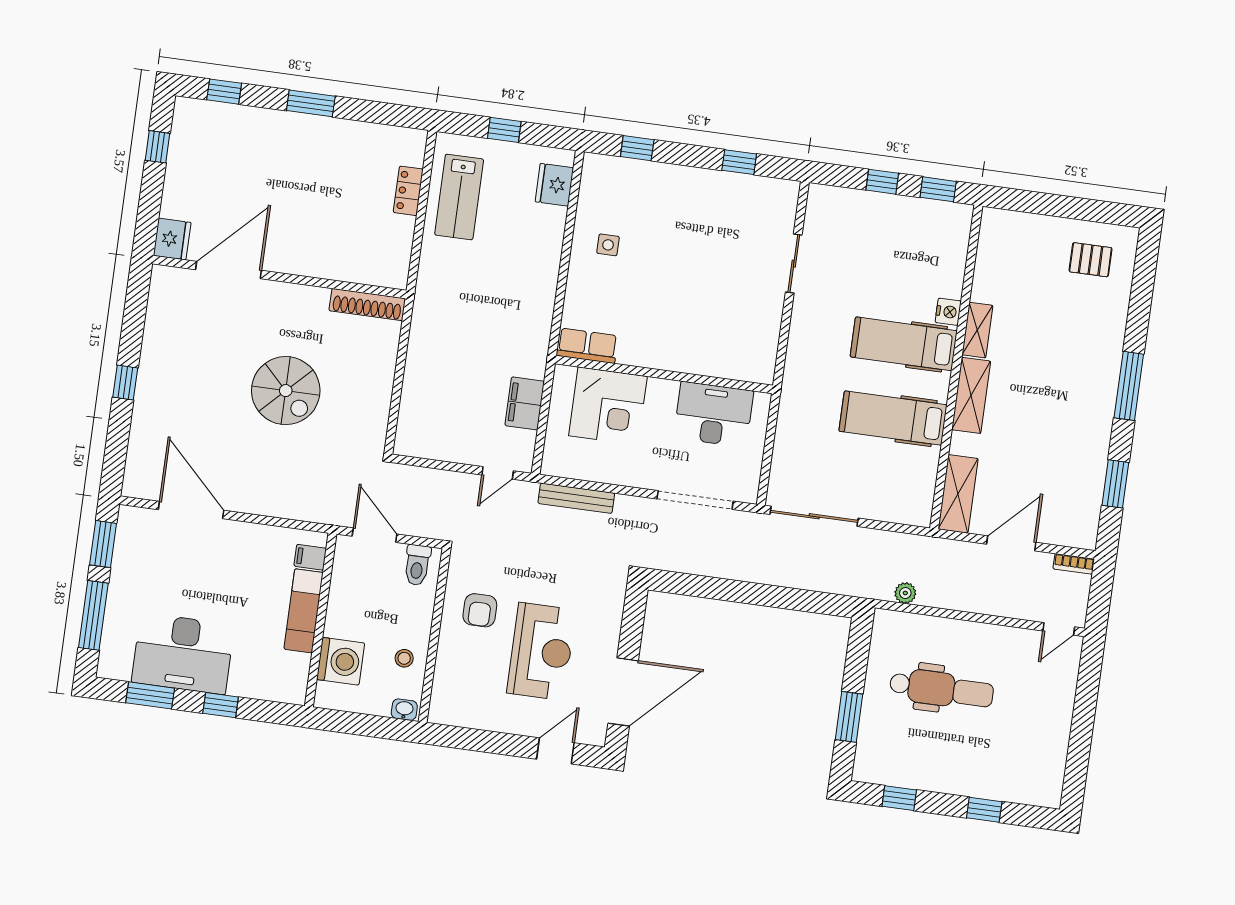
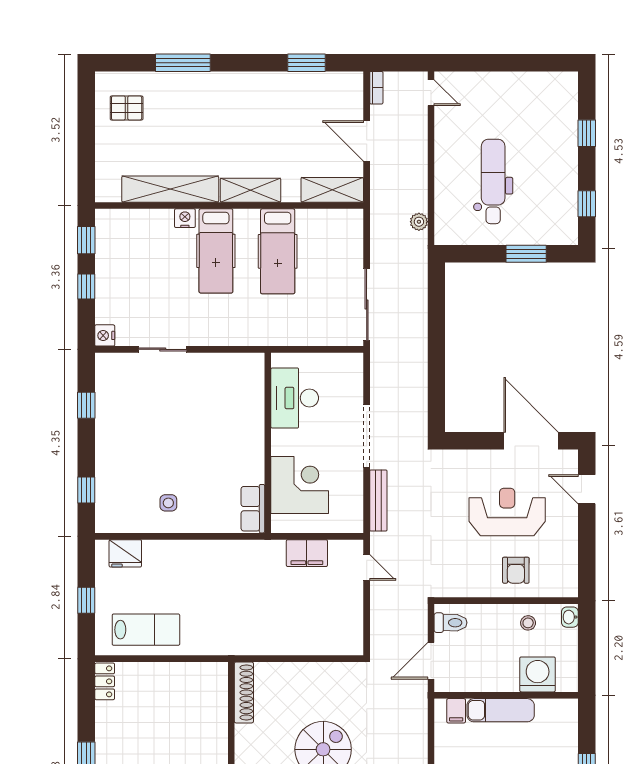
locker: (408, 191) -> (105, 681), moved, turned -90
nightstand: (820, 196) -> (105, 335), added
pallet: (1091, 260) -> (127, 108), turned 90
shelving: (977, 330) -> (170, 189), width x2.20, depth x1.33
window: (1129, 386) -> (183, 63), moved
doorway: (695, 500) -> (367, 436), moved
armchair: (480, 610) -> (516, 570), moved, turned 90

